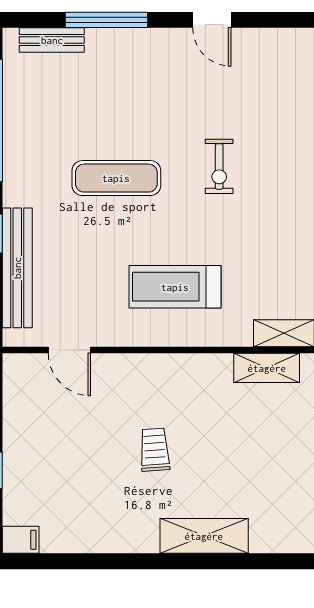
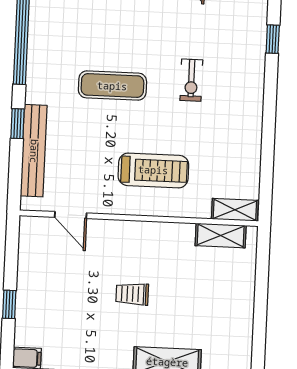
treadmill: (175, 287) -> (153, 170), turned 180
trolley: (155, 450) -> (132, 294), turned -86

